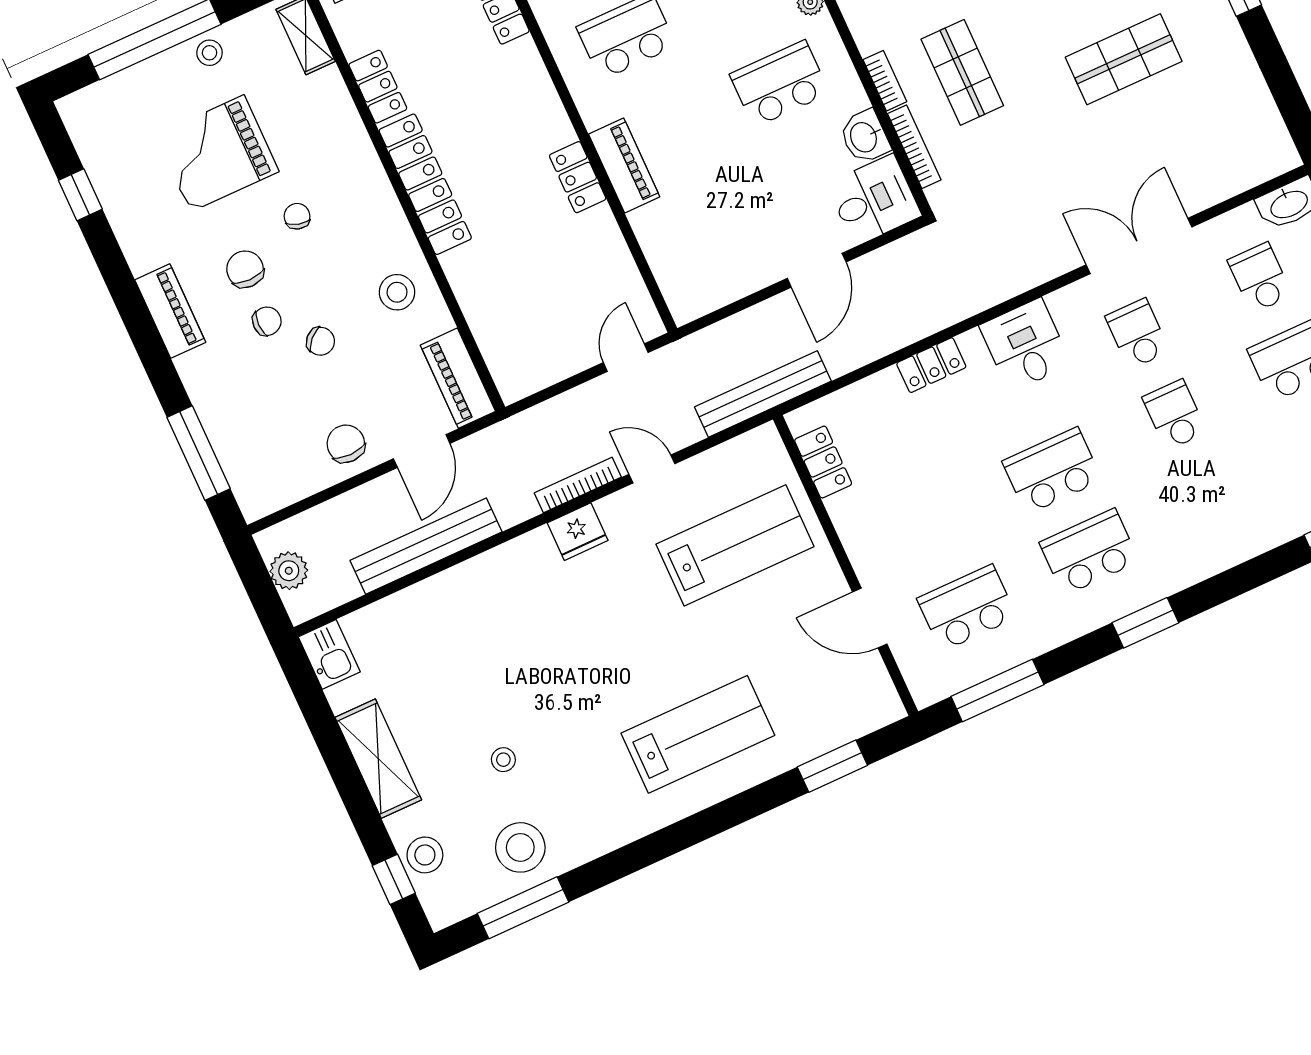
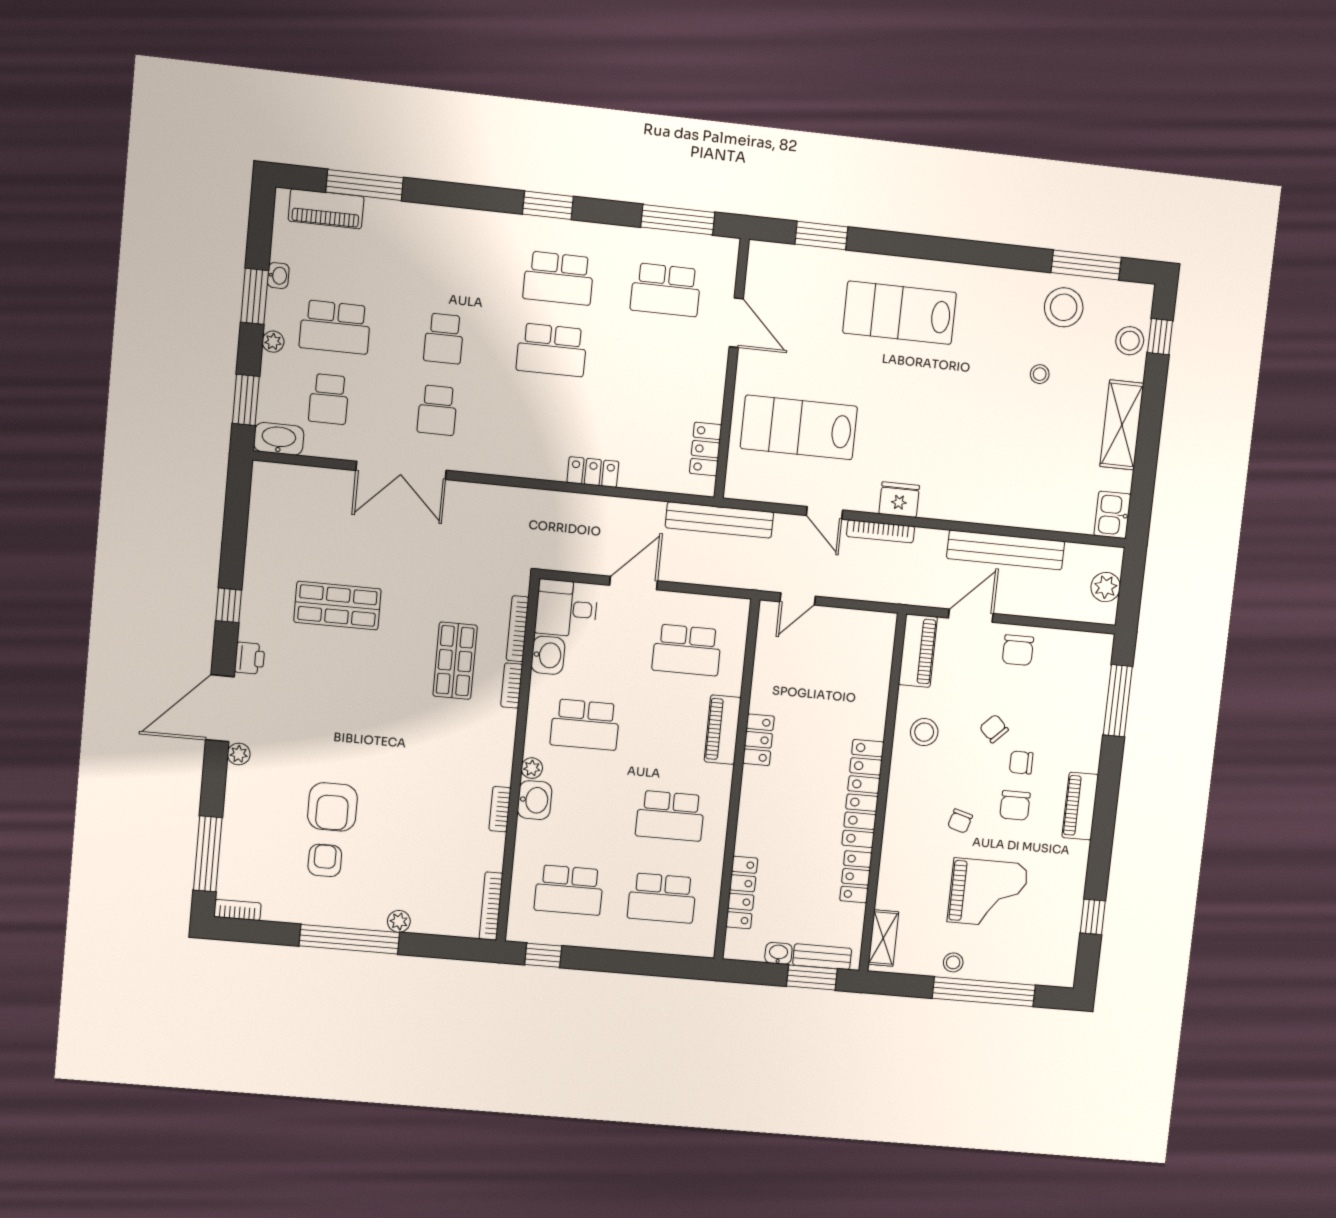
school desk: (715, 231) -> (687, 650), added
desk: (1025, 345) -> (520, 448), removed

